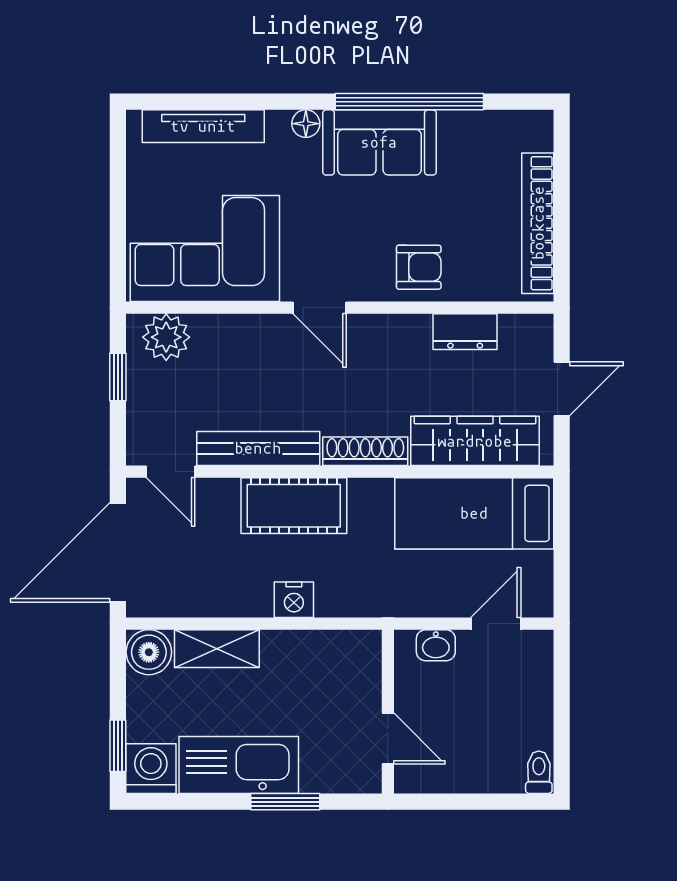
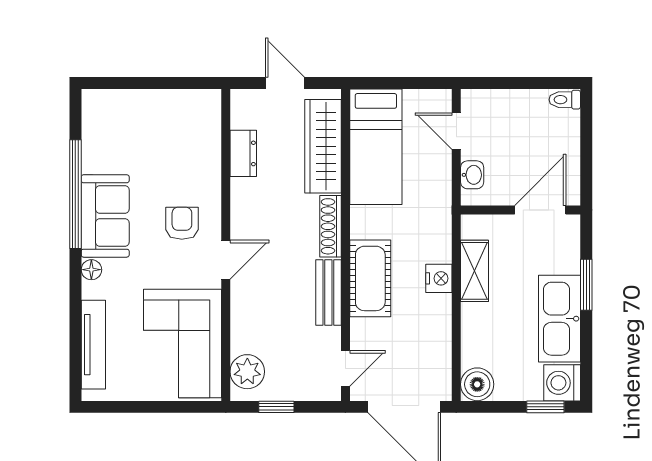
bookcase: (538, 223) -> (164, 100), removed
armchair: (419, 267) -> (182, 223), moved
bench: (258, 448) -> (328, 292), width x0.73
shelving: (217, 649) -> (475, 271), moved
door: (388, 739) -> (540, 210), width x1.38

